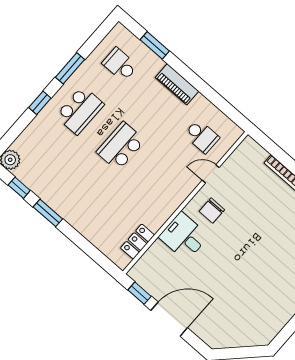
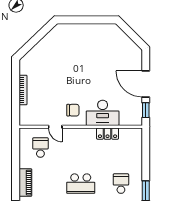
school desk: (81, 192) -> (121, 184), added
desk: (184, 236) -> (103, 113), width x1.37
locker: (138, 242) -> (108, 134), moved

